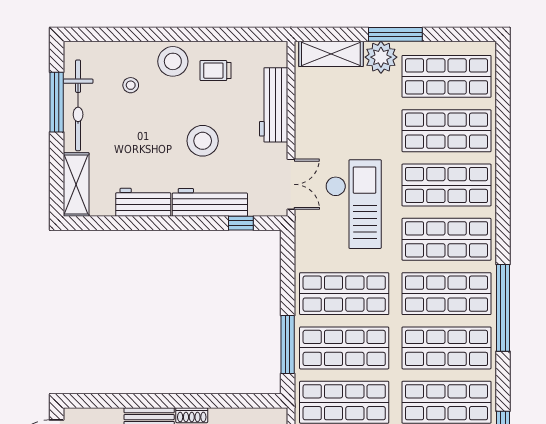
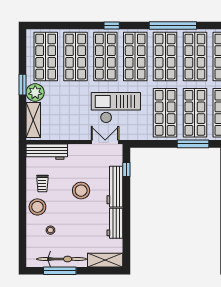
window: (395, 34) -> (23, 85), width x0.69
workbench: (274, 105) -> (47, 152), moved
window: (503, 197) -> (112, 25), added

